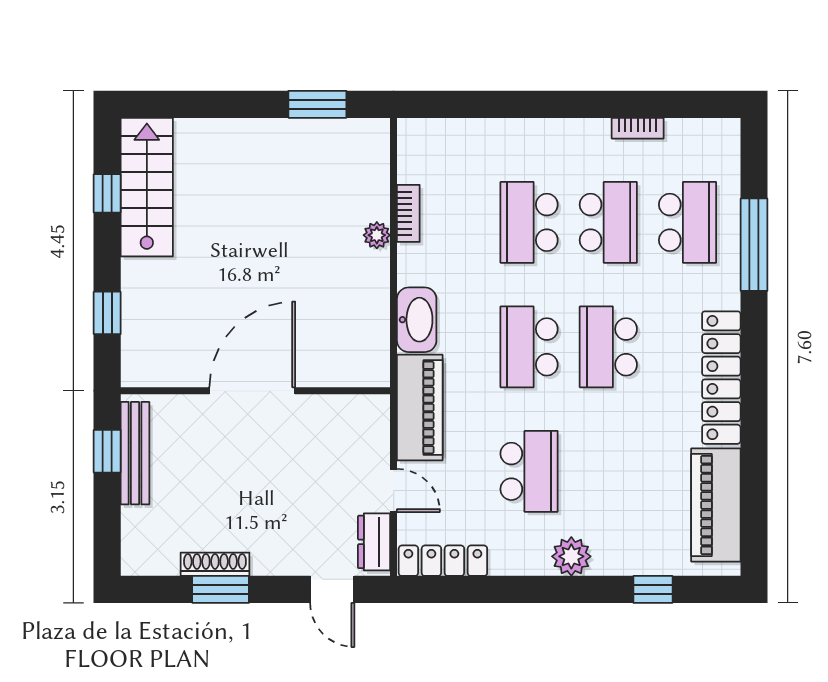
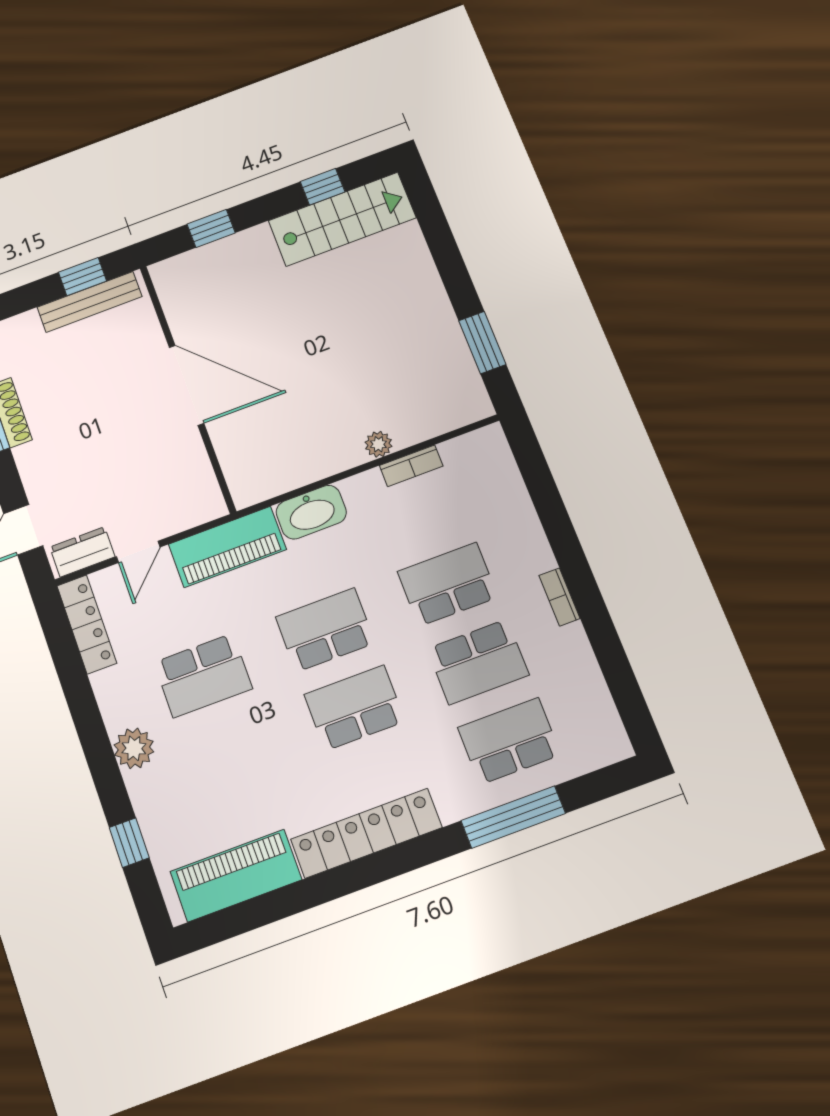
bookcase: (638, 128) -> (560, 597), moved
school desk: (688, 222) -> (509, 741), turned 180

